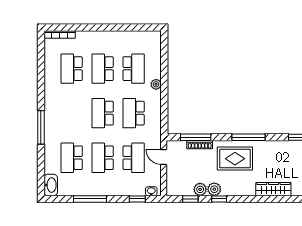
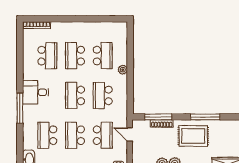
school desk: (72, 69) -> (47, 56), turned 180
desk: (58, 110) -> (36, 92), added

